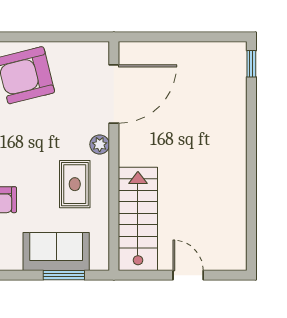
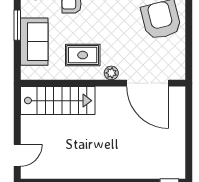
window: (64, 275) -> (17, 25), moved
door: (188, 275) -> (17, 155), moved

